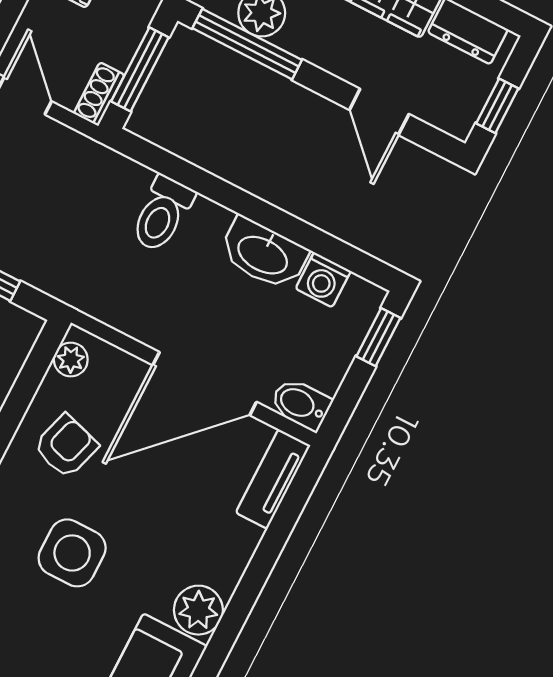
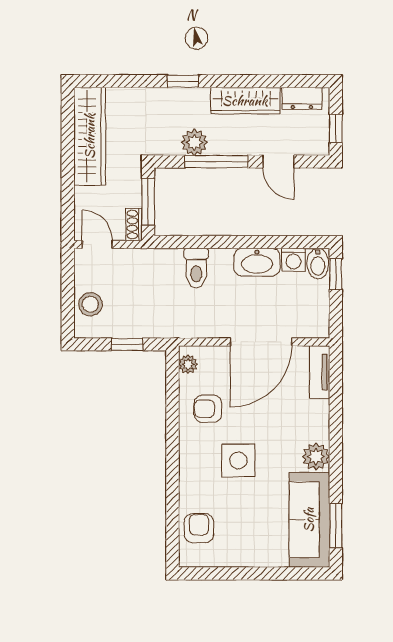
window: (247, 44) -> (216, 162), moved
bidet: (301, 404) -> (318, 264), moved, turned -90
armchair: (66, 446) -> (208, 409), turned -107

